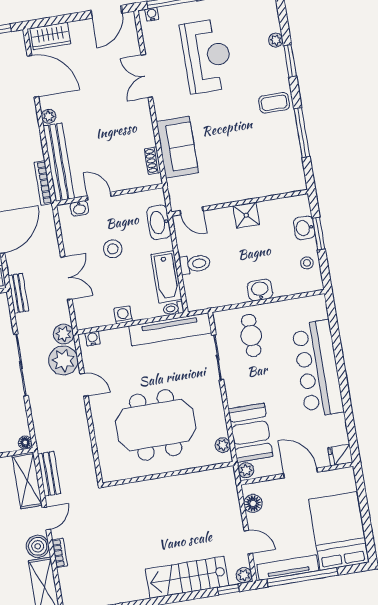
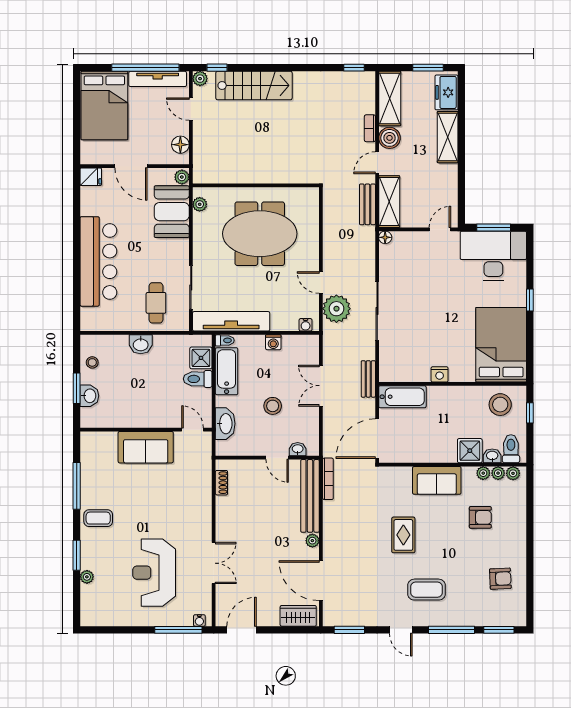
sofa: (177, 147) -> (146, 447), moved, turned -90
shower: (246, 215) -> (201, 358), moved
plant: (64, 334) -> (332, 334), removed

